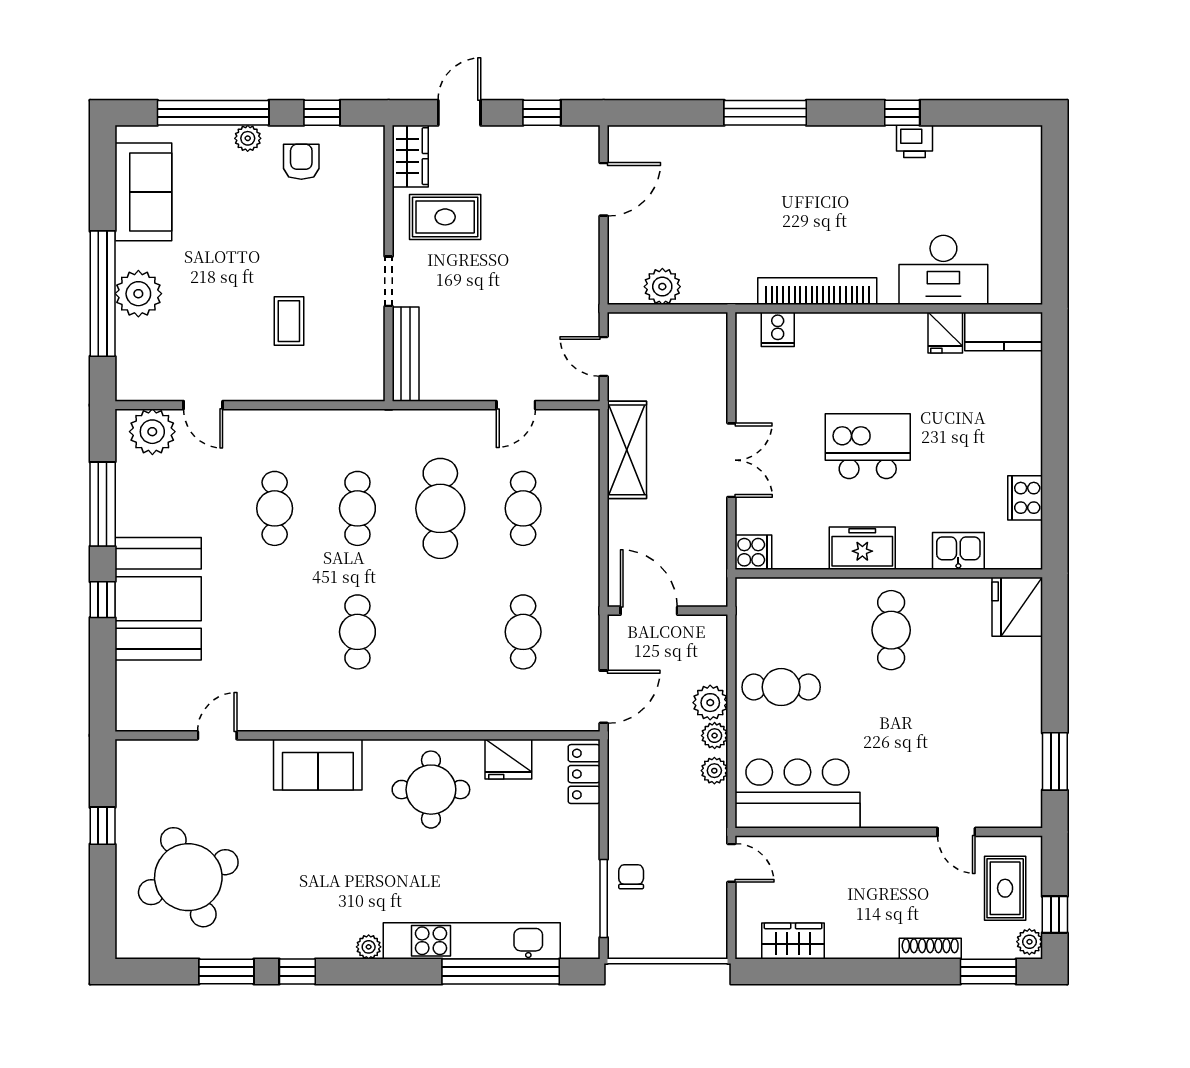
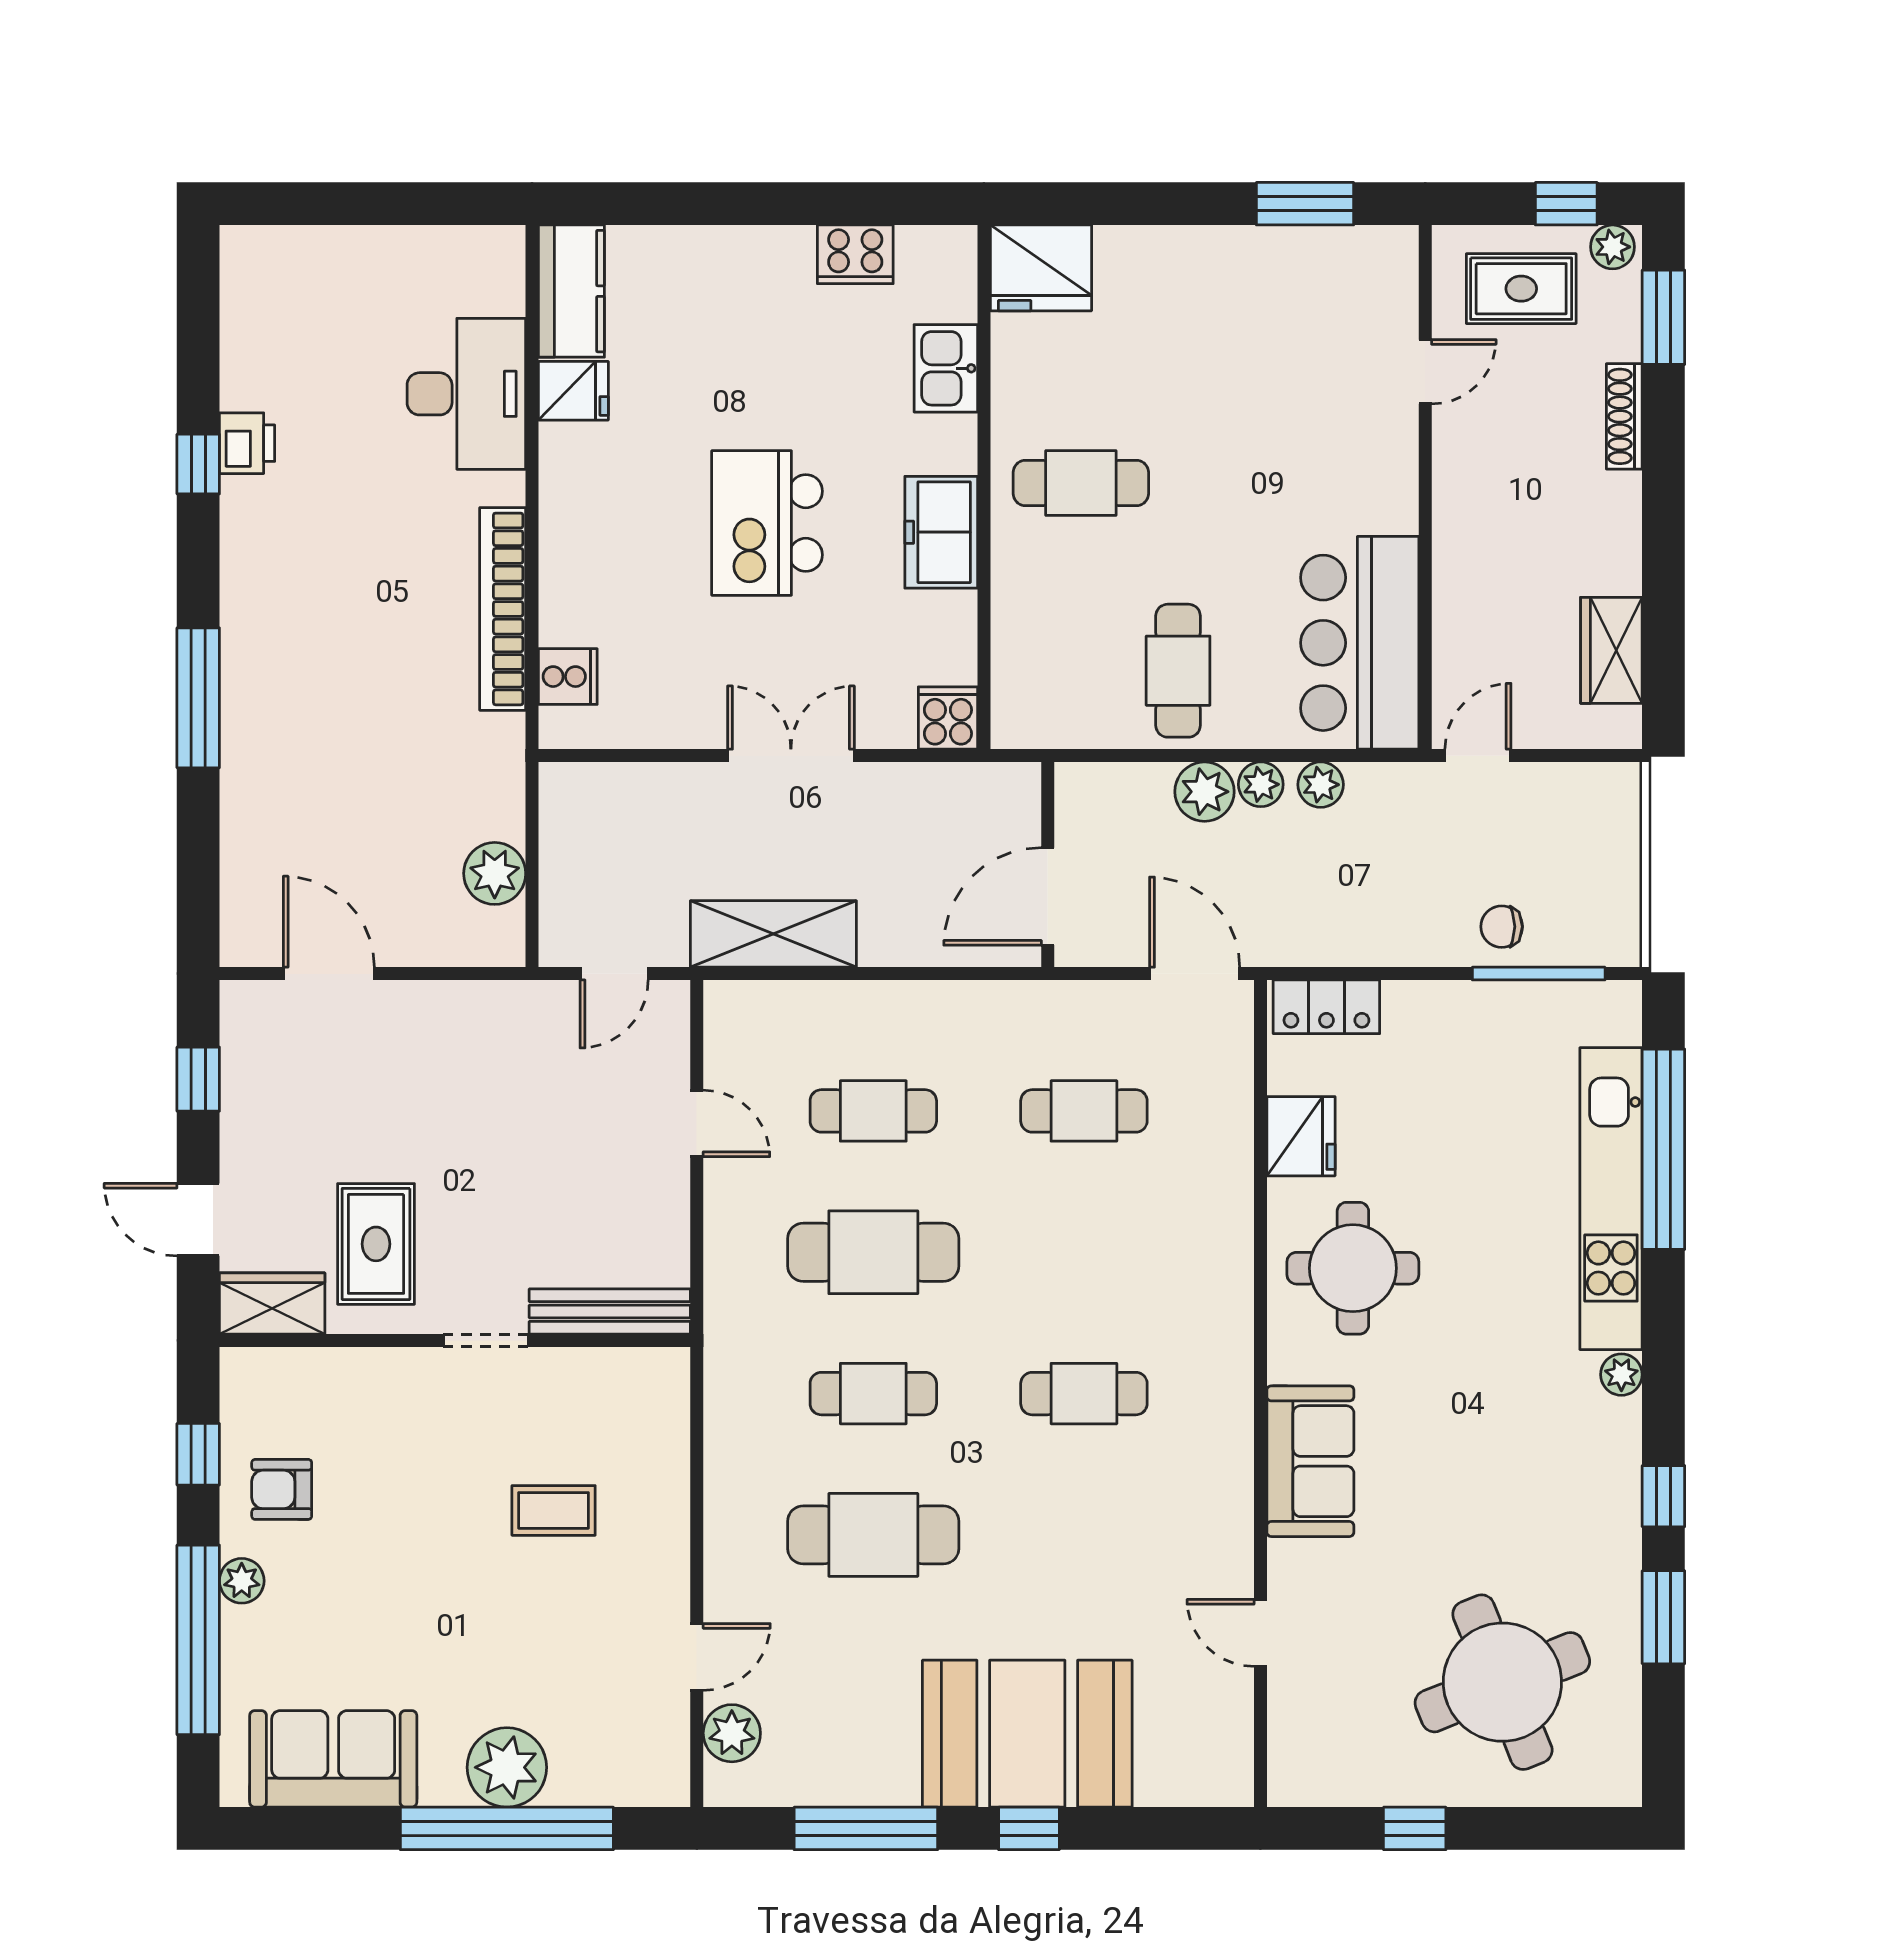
plant: (152, 432) -> (732, 1733), width x0.73, depth x0.73
cafe table: (275, 508) -> (873, 1535), width x1.37, depth x1.35

